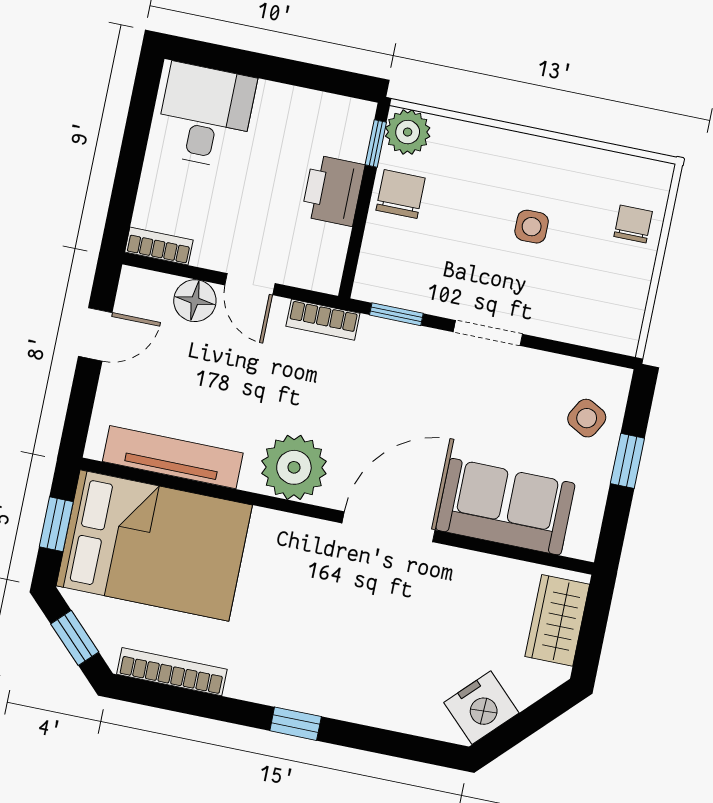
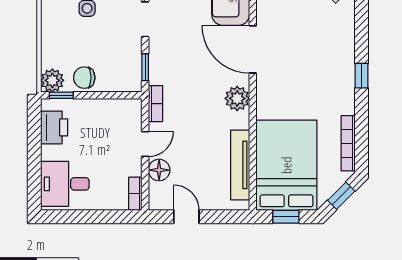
printer: (333, 190) -> (54, 127), moved, turned -90
plant: (294, 467) -> (237, 98), width x0.73, depth x0.73

